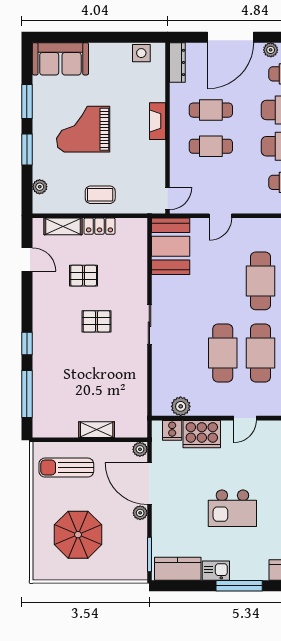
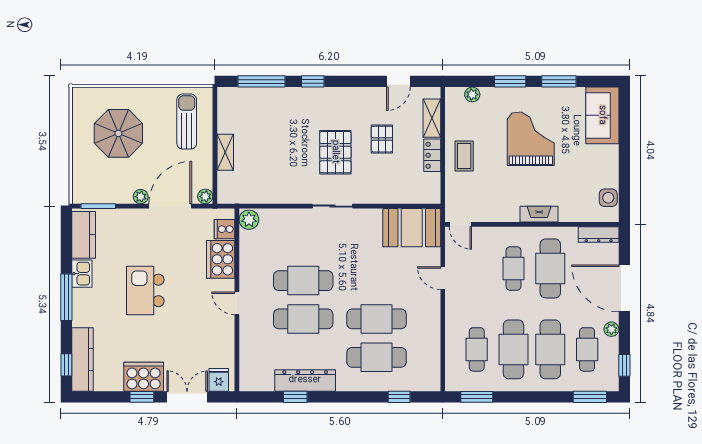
cafe table: (211, 110) -> (550, 268), width x1.37, depth x1.35
pallet: (97, 321) -> (335, 152), width x1.50, depth x1.42
plant: (181, 406) -> (249, 220), moved

